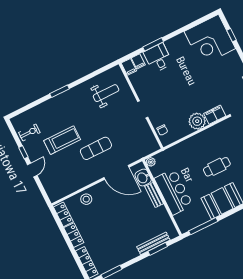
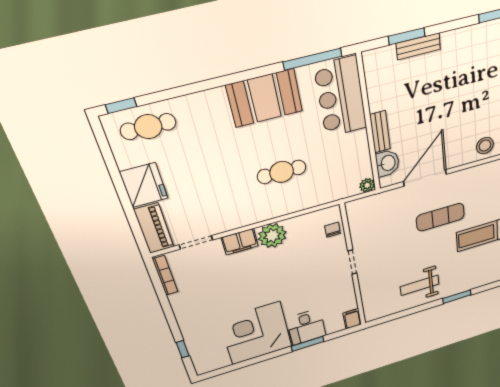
corner desk: (210, 40) -> (256, 333), moved, turned -90
filing cabinet: (138, 61) -> (336, 324), removed
weight bench: (106, 93) -> (420, 285), moved
cafe table: (217, 167) -> (282, 172), moved
door: (116, 172) -> (425, 178), hinge flipped
bar counter: (174, 192) -> (341, 97), moved
bench: (153, 243) -> (418, 46), width x0.73

